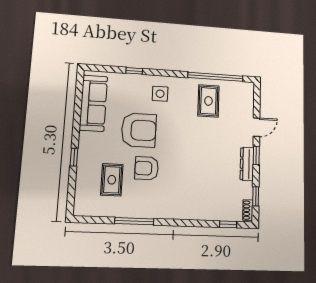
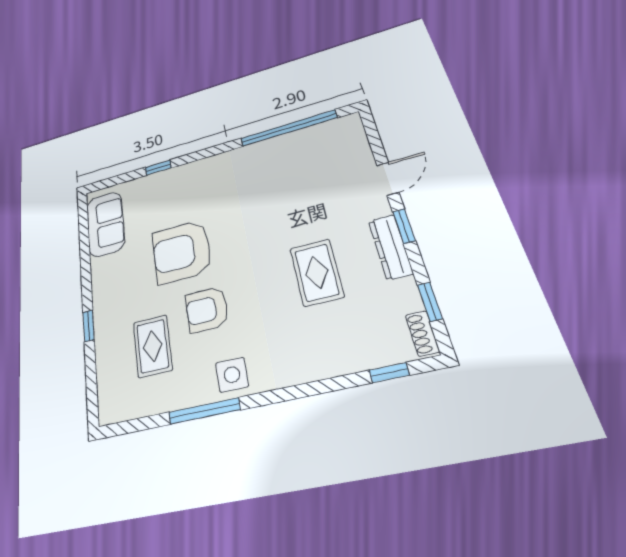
side table: (160, 94) -> (232, 375), moved
rug: (208, 101) -> (317, 272), moved
sofa: (93, 103) -> (105, 224), width x0.73
armchair: (139, 130) -> (182, 252), turned 180

